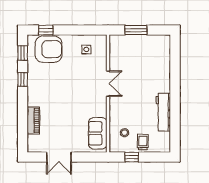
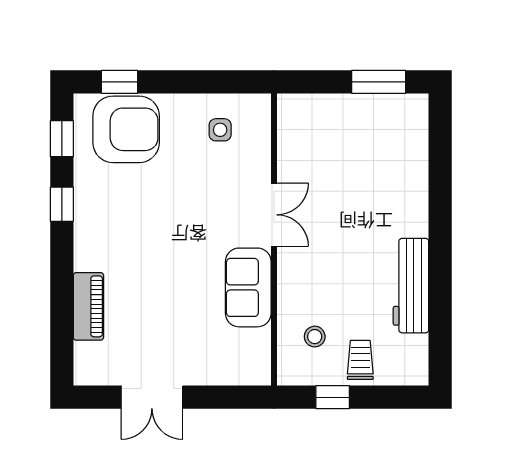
window: (136, 30) -> (379, 82), moved
sofa: (98, 133) -> (248, 287), moved

